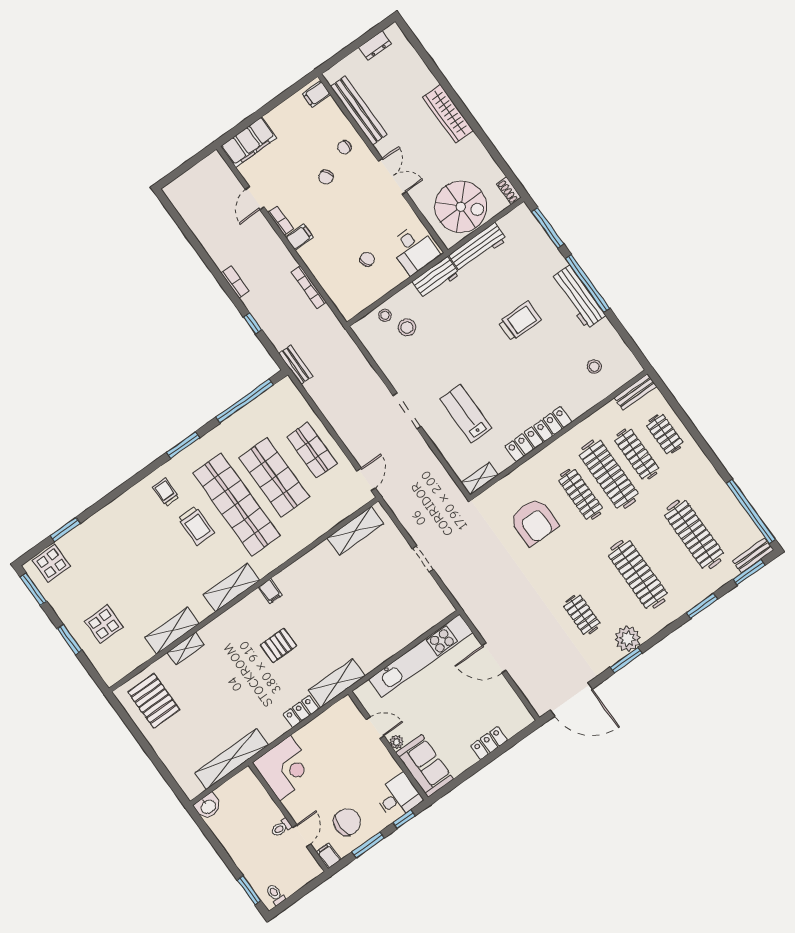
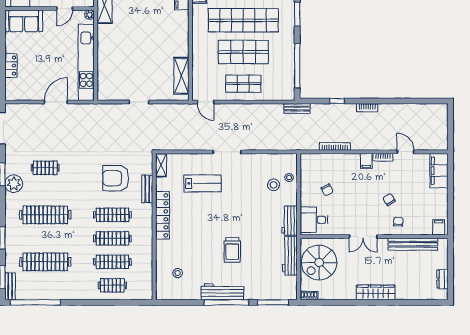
bench: (635, 392) -> (147, 189), moved
clothes rail: (609, 474) -> (112, 238), width x0.73, depth x0.76
plant: (396, 742) -> (89, 15), moved

